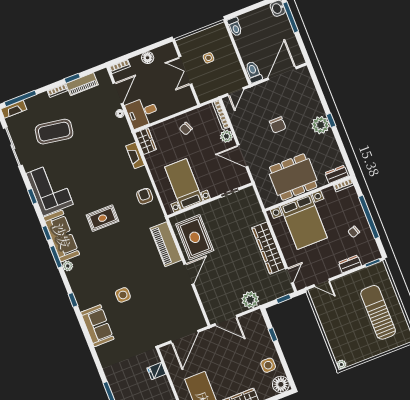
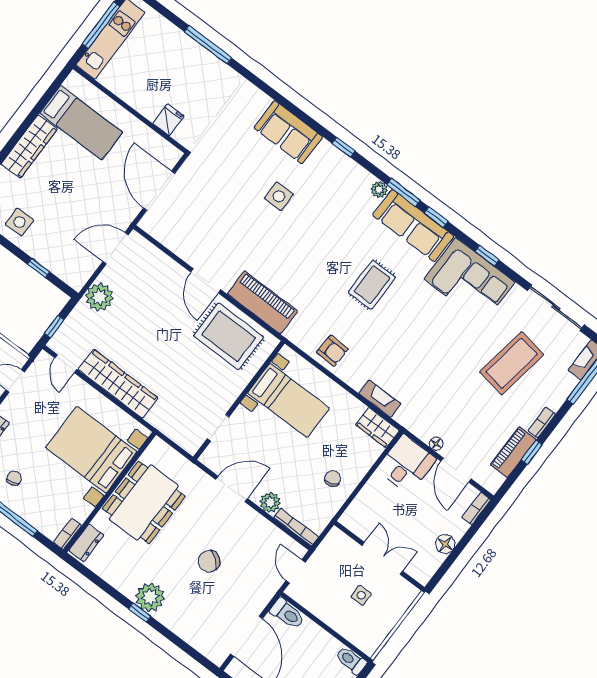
chair: (278, 125) -> (209, 561), turned -53

